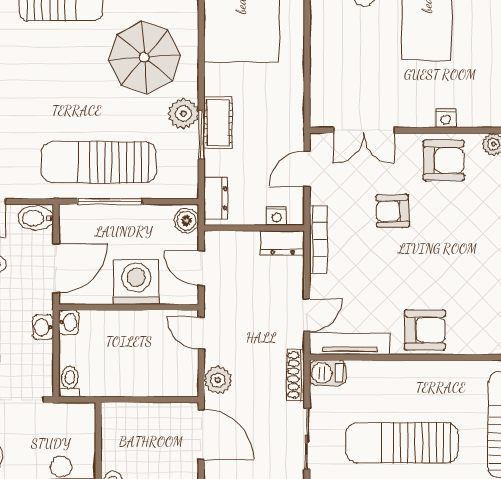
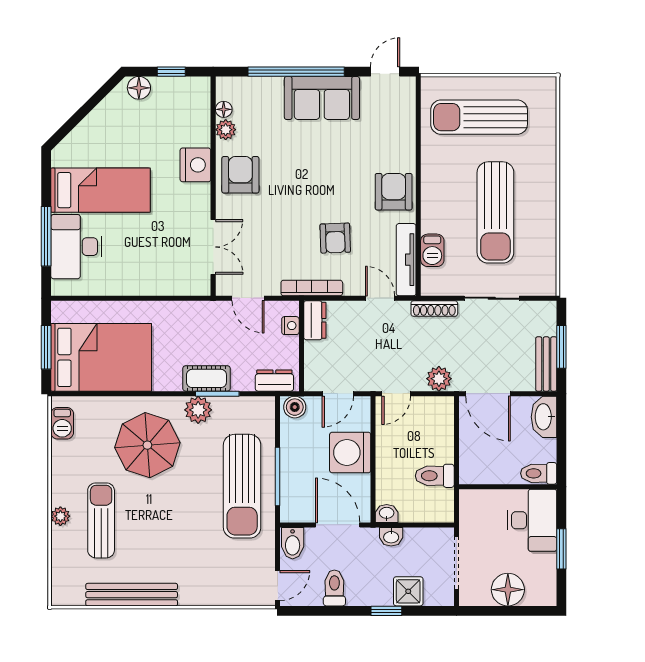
nightstand: (446, 118) -> (195, 165), width x1.89, depth x1.79
armchair: (393, 211) -> (335, 238), moved
barbecue: (328, 373) -> (432, 250), moved
toilet: (70, 382) -> (435, 476), moved, width x1.37, depth x1.39
door: (201, 435) -> (488, 394), swing flipped

